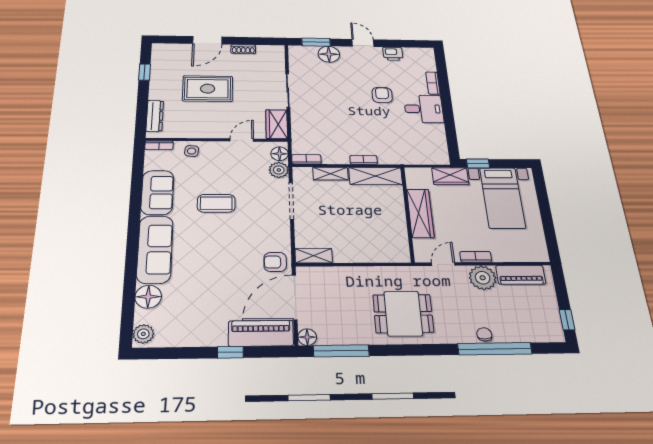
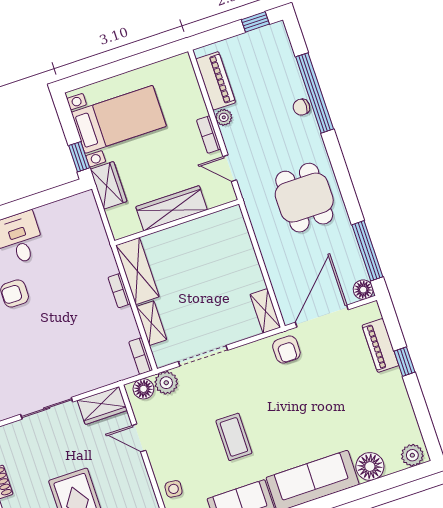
plant: (483, 278) -> (224, 117), width x0.53, depth x0.53
door: (295, 297) -> (322, 316), swing flipped
piano: (261, 333) -> (380, 345), width x0.73, depth x0.75

